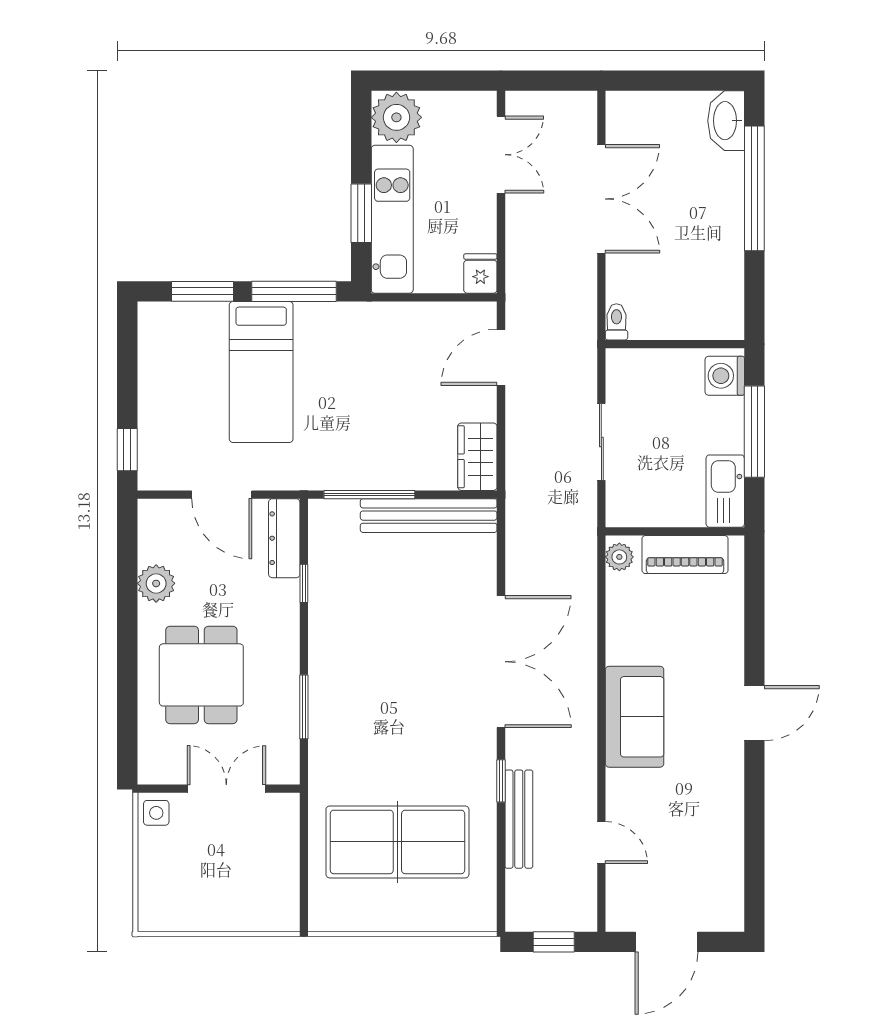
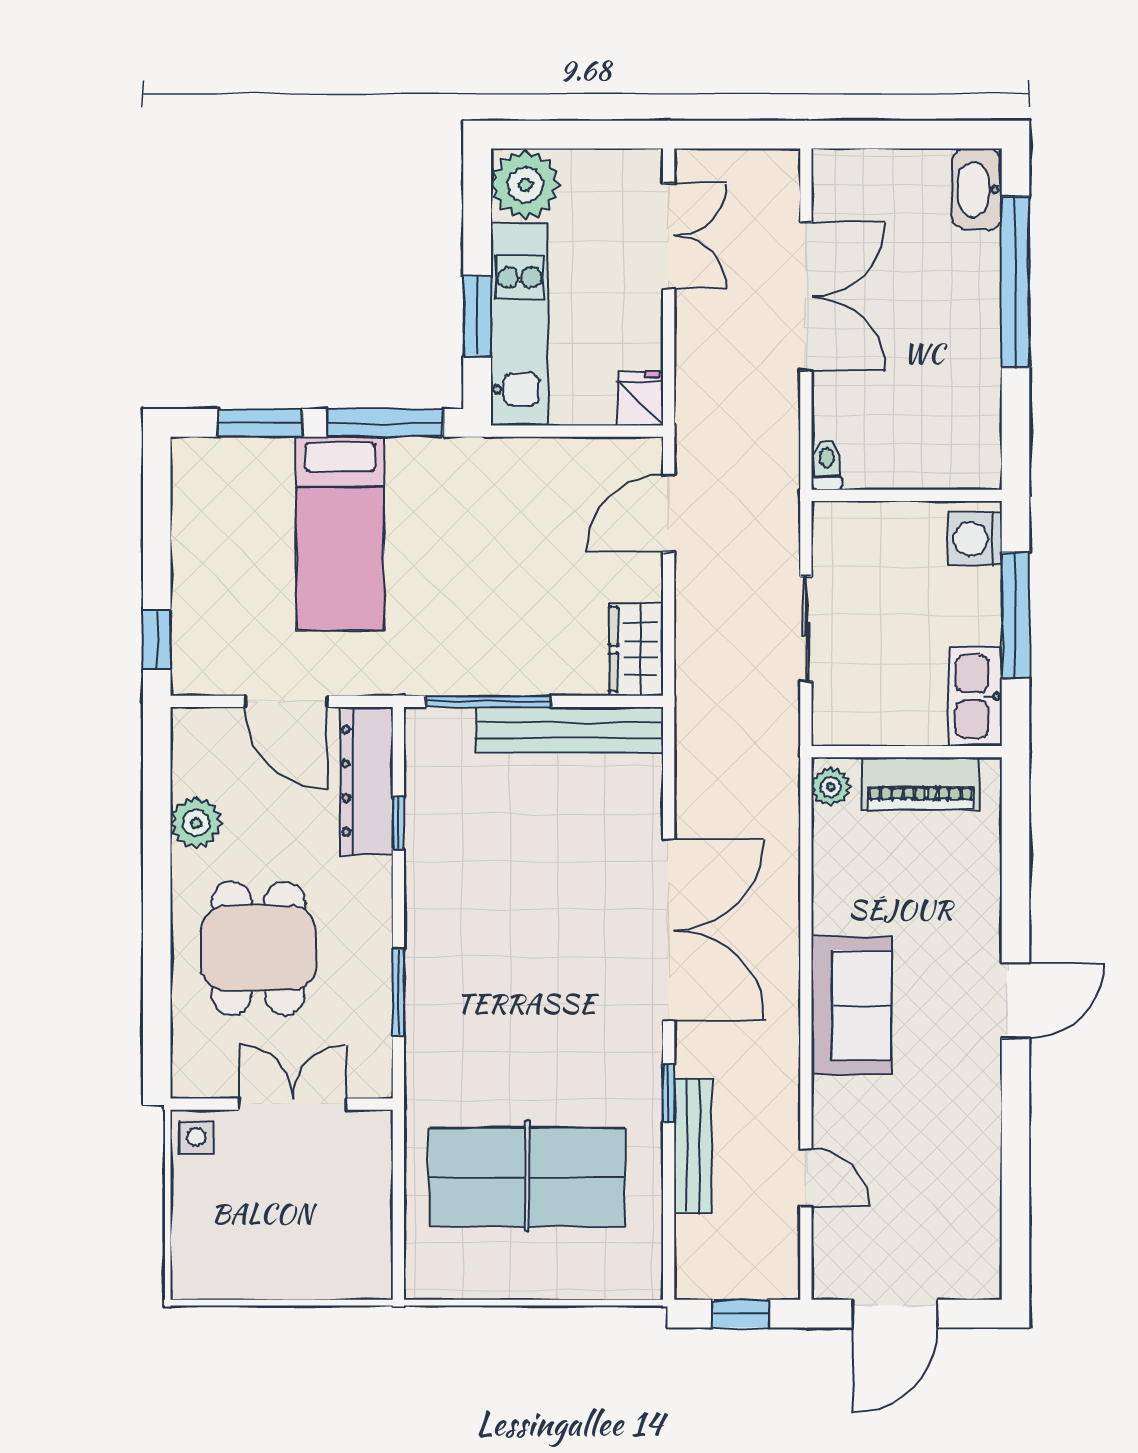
dresser: (284, 538) -> (367, 781), width x1.37, depth x1.24

